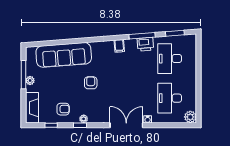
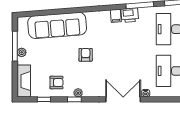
printer: (145, 44) -> (130, 15), moved

